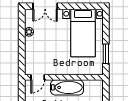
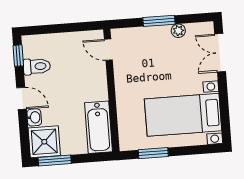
window: (22, 44) -> (159, 21), added
bathtub: (67, 87) -> (99, 127), moved

